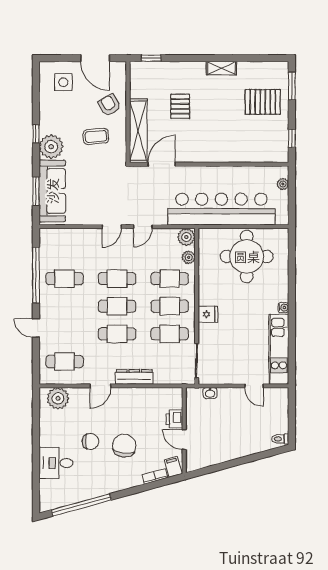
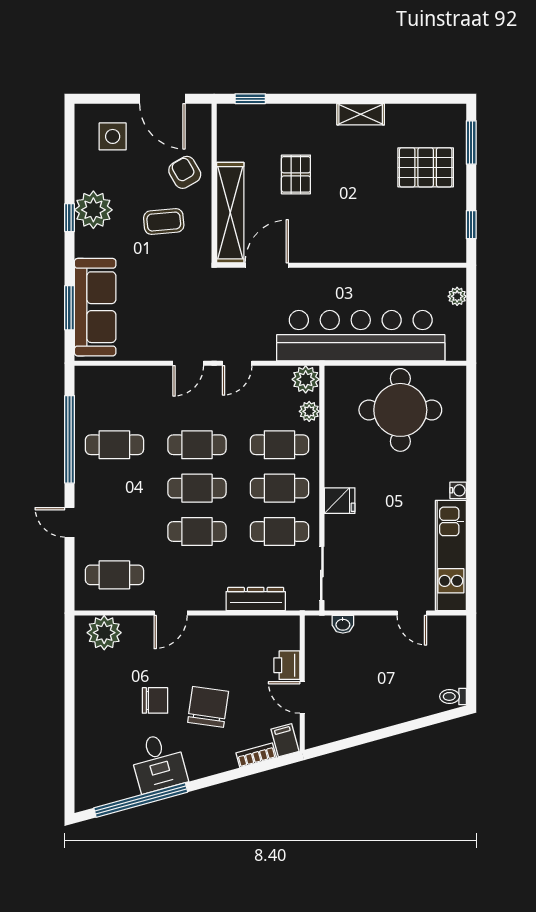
plant: (51, 147) -> (93, 210), moved
dresser: (134, 377) -> (256, 599), moved
desk: (56, 463) -> (158, 763), moved, turned -105

